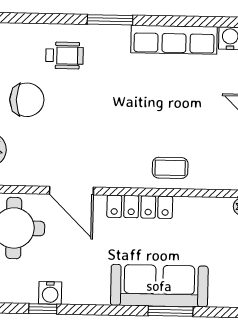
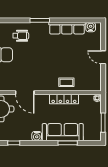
locker: (140, 207) -> (64, 99), moved
water cooler: (50, 293) -> (37, 136), moved

